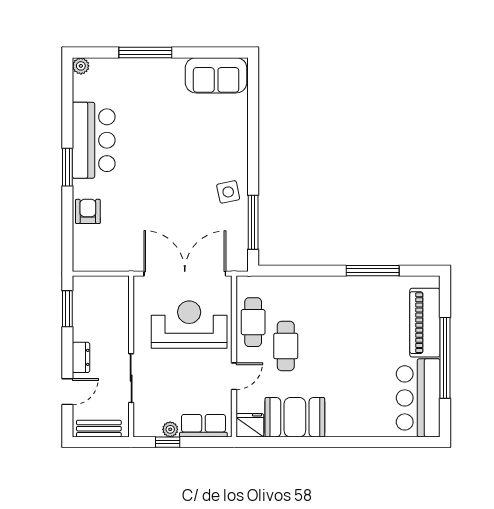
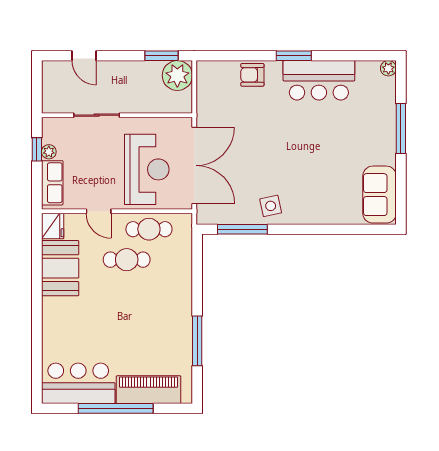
armchair: (88, 211) -> (252, 75), turned 180
plant: (89, 292) -> (177, 76), added
dresser: (81, 357) -> (116, 68), removed
bench: (99, 429) -> (49, 85), removed

